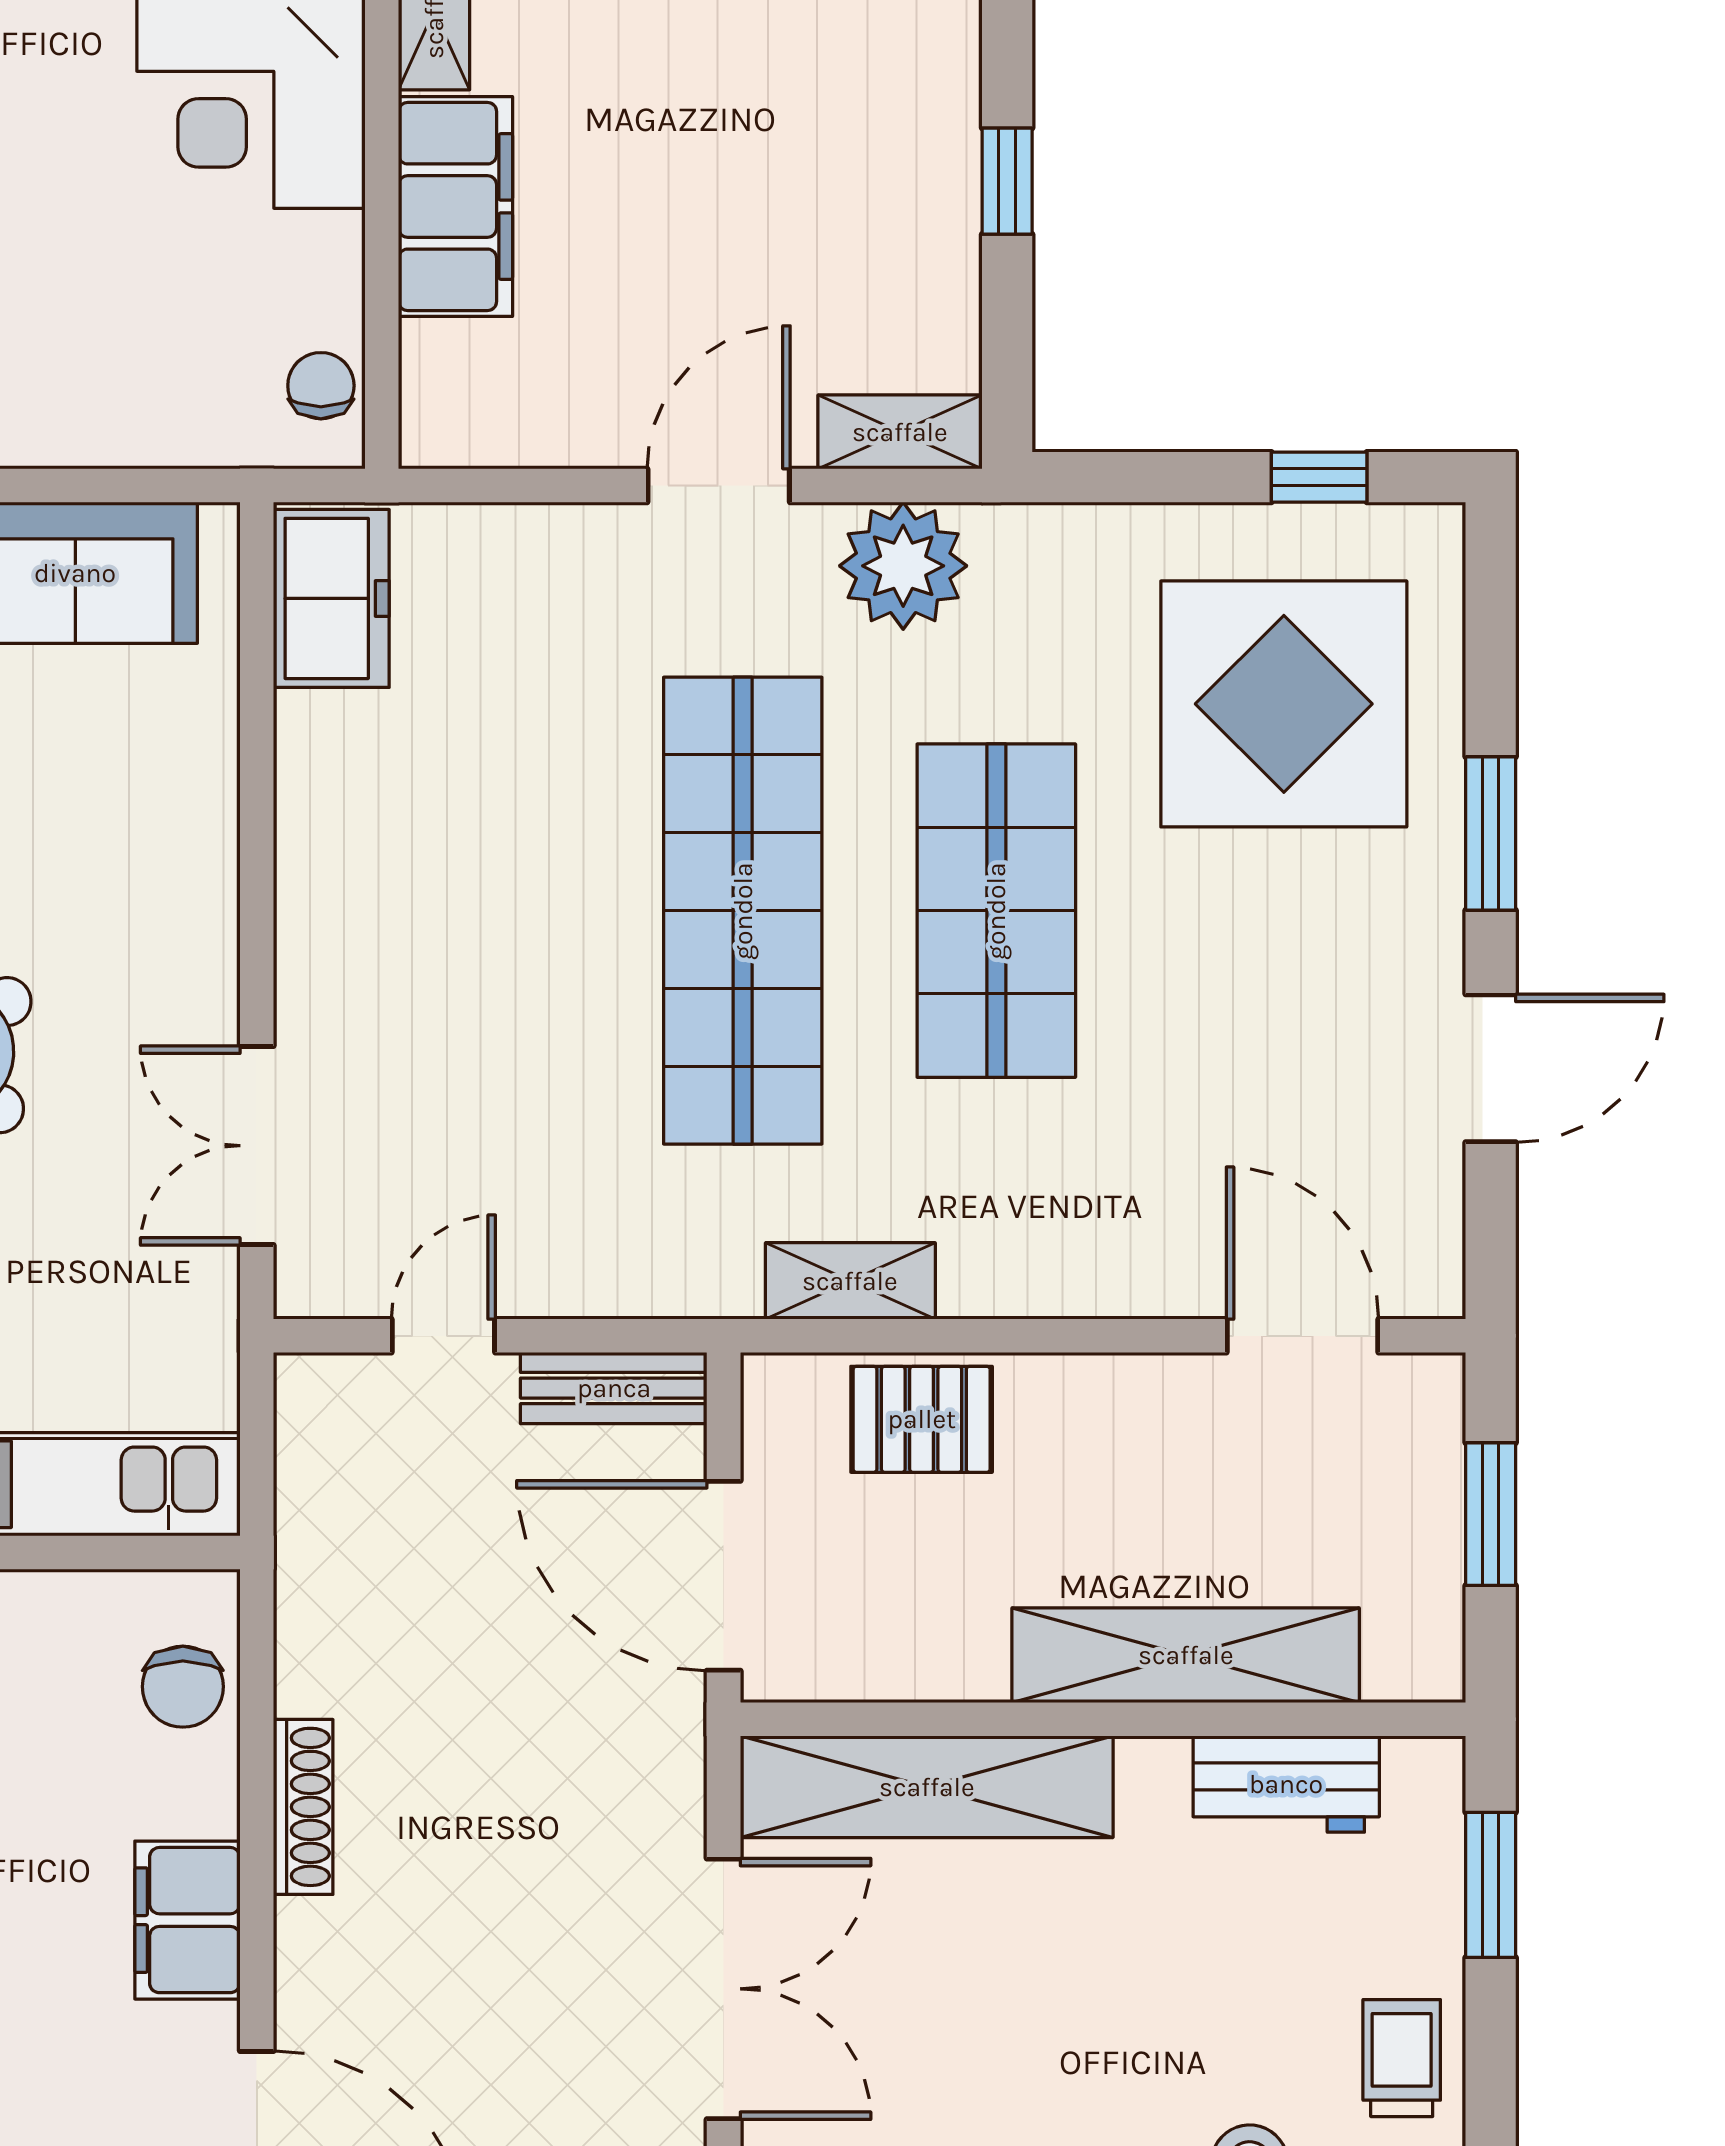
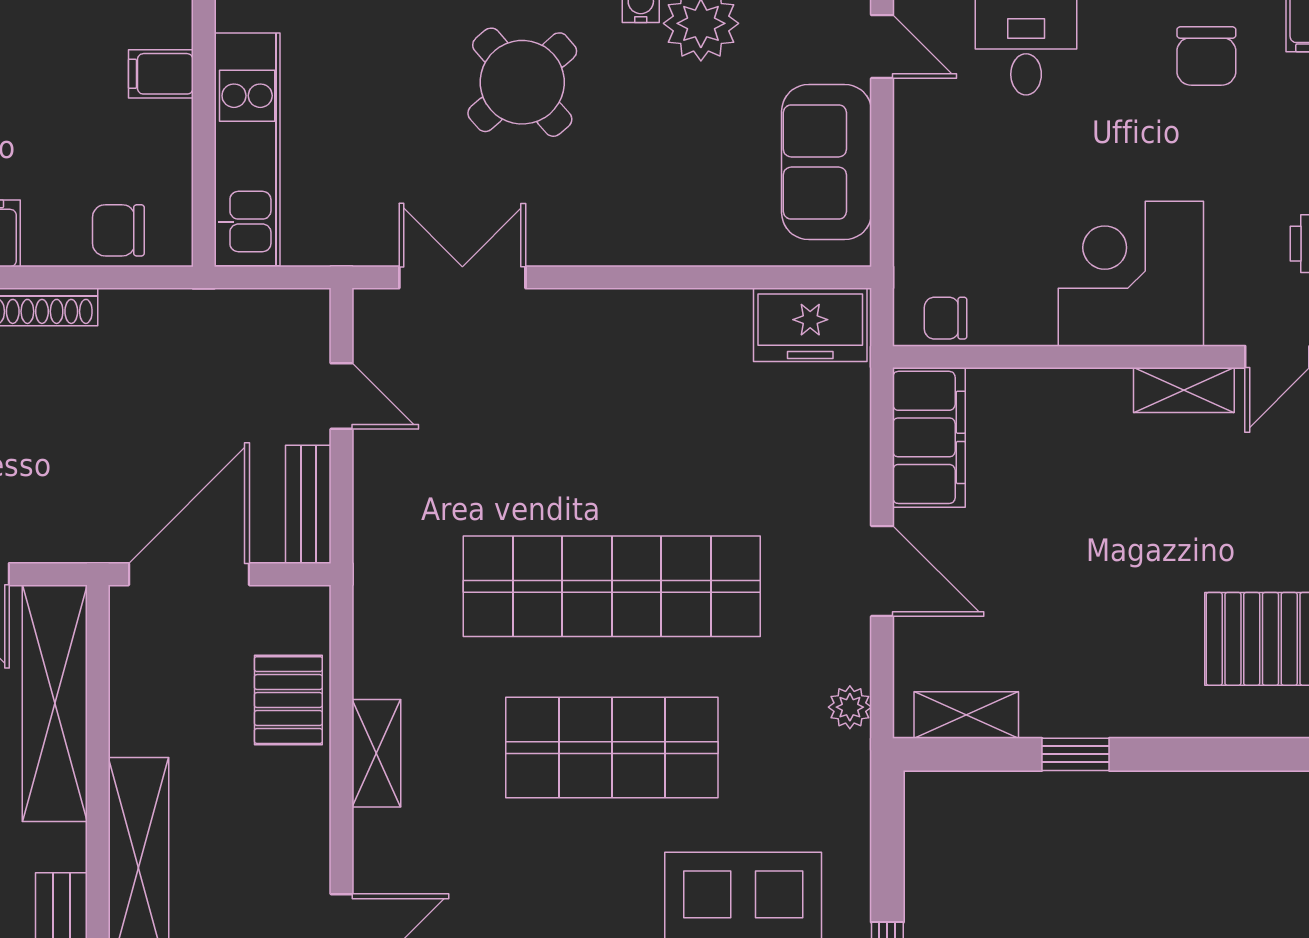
filing cabinet: (456, 206) -> (929, 437), moved, turned -90
chair: (321, 386) -> (946, 318), turned 180
shelving: (900, 432) -> (966, 715), moved, turned 90
plant: (903, 566) -> (850, 707), width x0.53, depth x0.53
shelving: (850, 1281) -> (376, 753), moved

